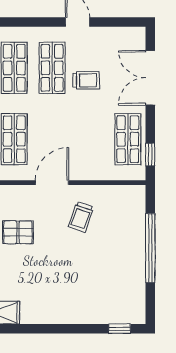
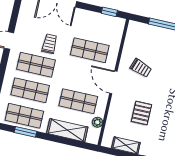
shop shelf: (128, 139) -> (90, 50), moved

